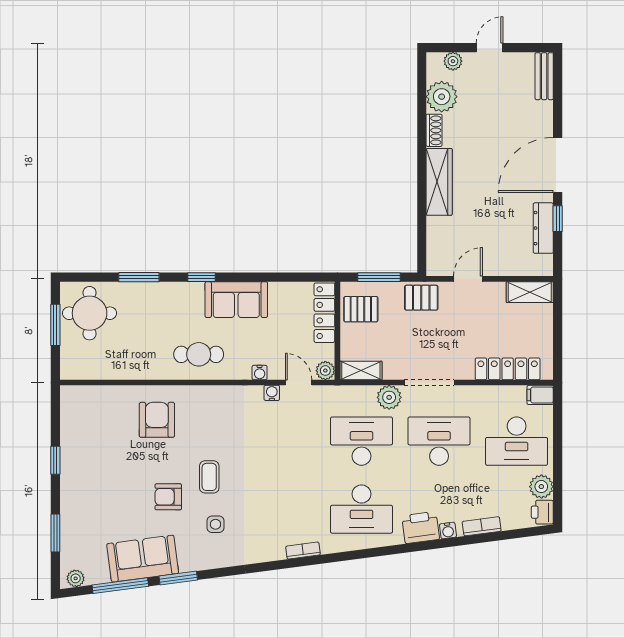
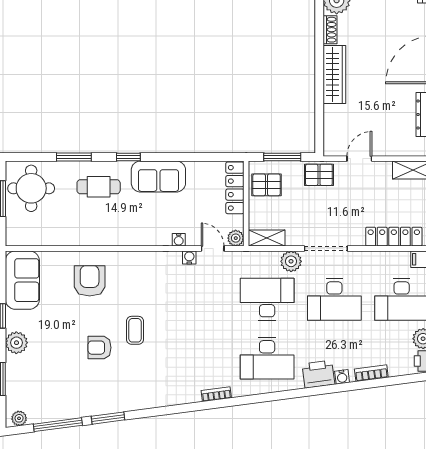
cafe table: (199, 354) -> (99, 187), moved
desk: (439, 441) -> (334, 299), turned 180
plant: (73, 491) -> (16, 343), added
side table: (215, 524) -> (140, 371), removed
sofa: (143, 559) -> (22, 280), moved, turned 97

